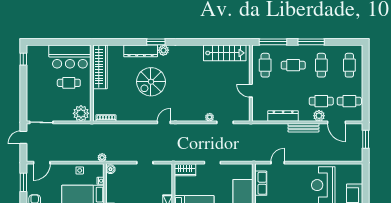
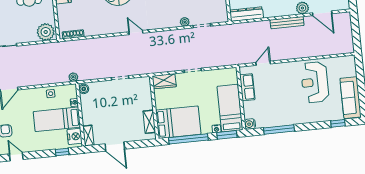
dresser: (283, 116) -> (246, 14), moved
door: (164, 122) -> (136, 33), hinge flipped
window: (366, 139) -> (355, 28), removed

